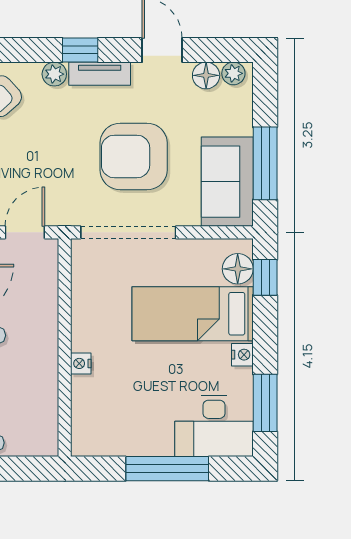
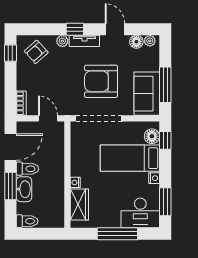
door: (25, 232) -> (48, 118), hinge flipped
wardrobe: (89, 409) -> (79, 204), added

